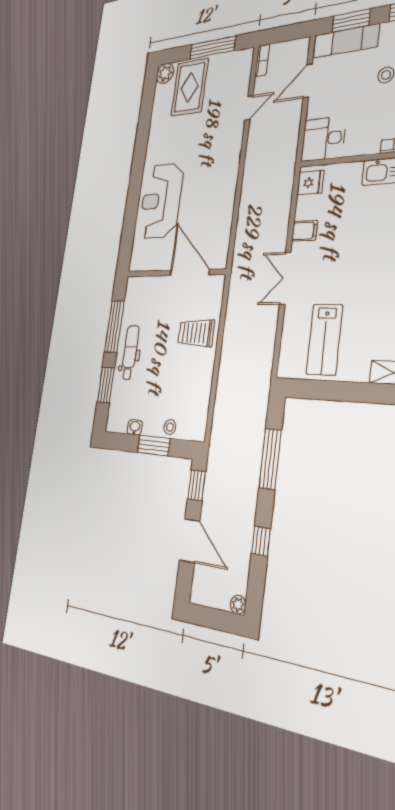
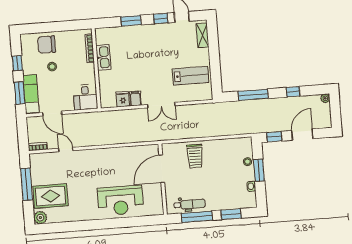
fridge: (311, 183) -> (123, 99), moved
dental chair: (130, 352) -> (190, 204), moved, turned 180

